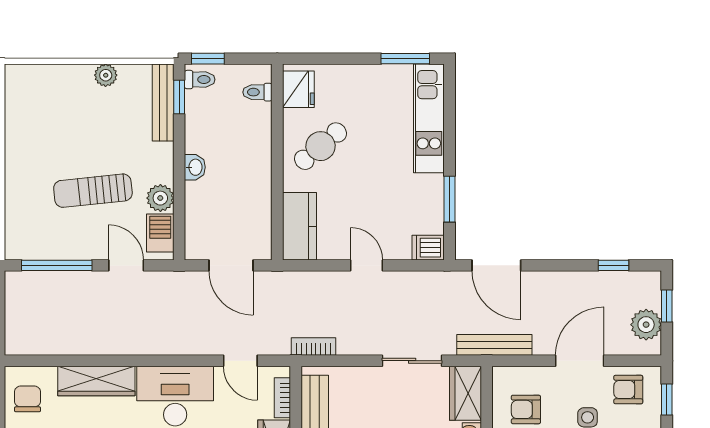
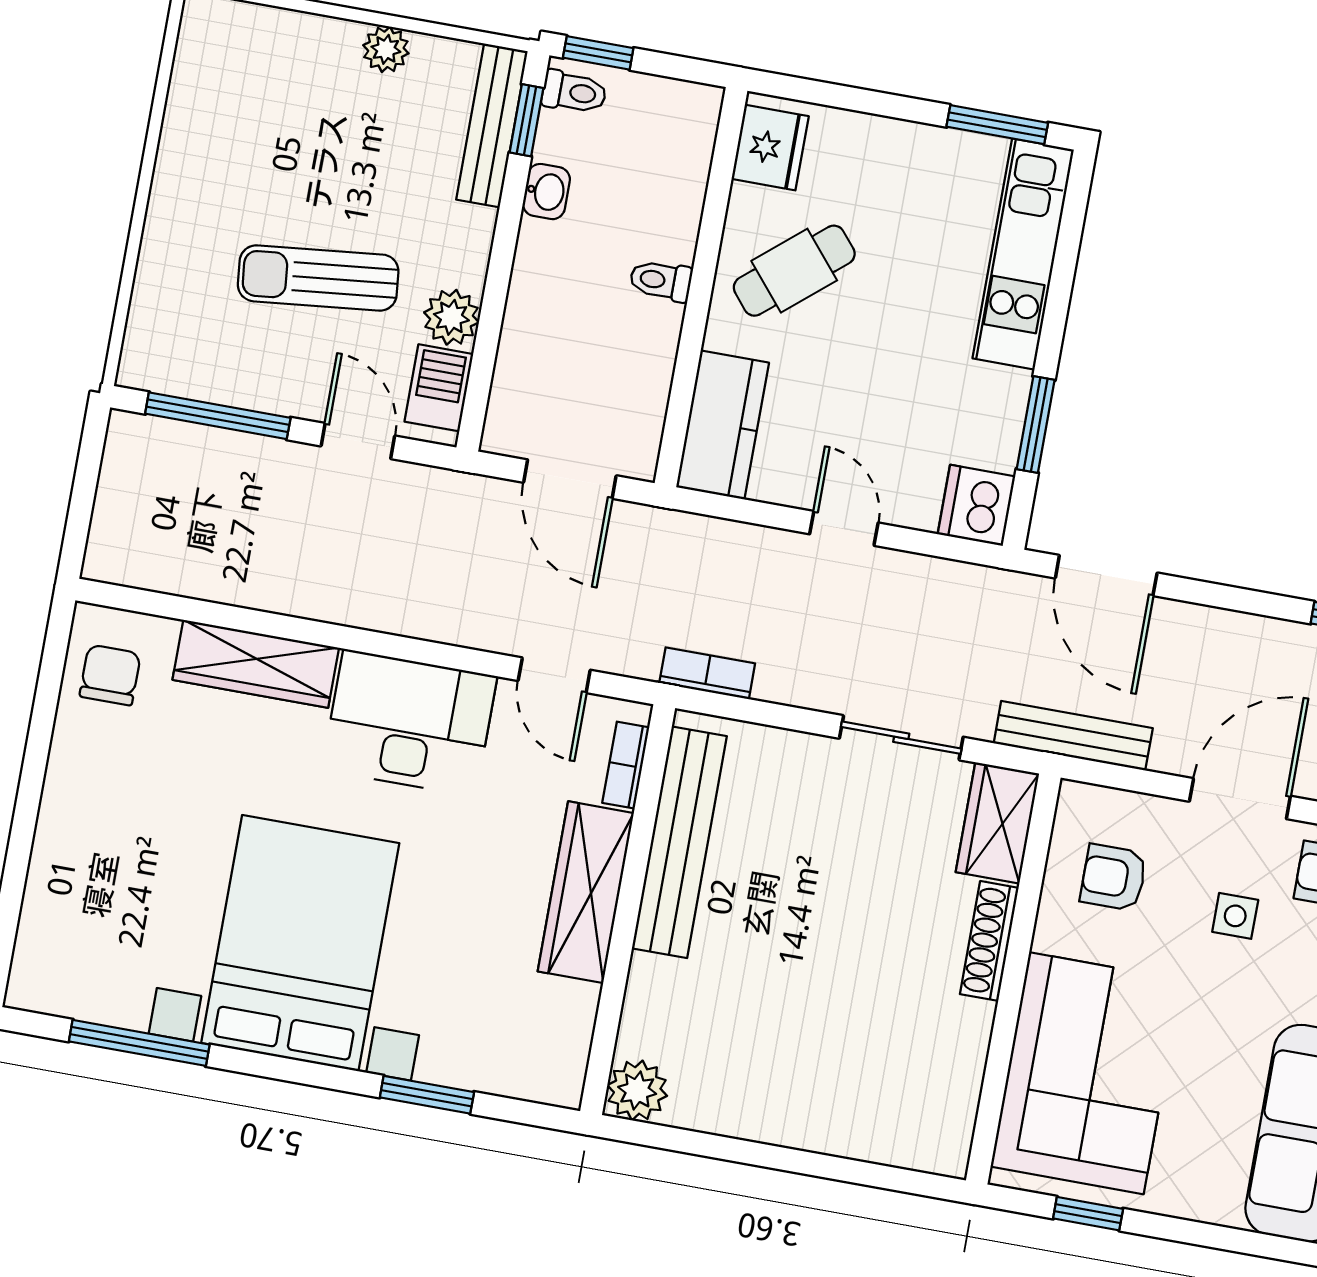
toilet: (257, 92) -> (661, 281), moved
washbasin: (195, 167) -> (546, 192), moved
dishwasher: (428, 248) -> (976, 505), width x1.38

